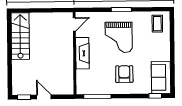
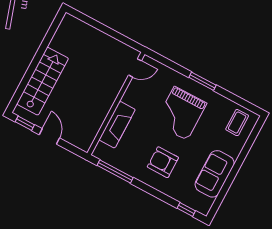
stairs: (20, 36) -> (43, 81), moved
fireplace: (82, 53) -> (117, 125), moved
armchair: (124, 74) -> (163, 162), turned -90
sofa: (161, 77) -> (215, 174), moved

